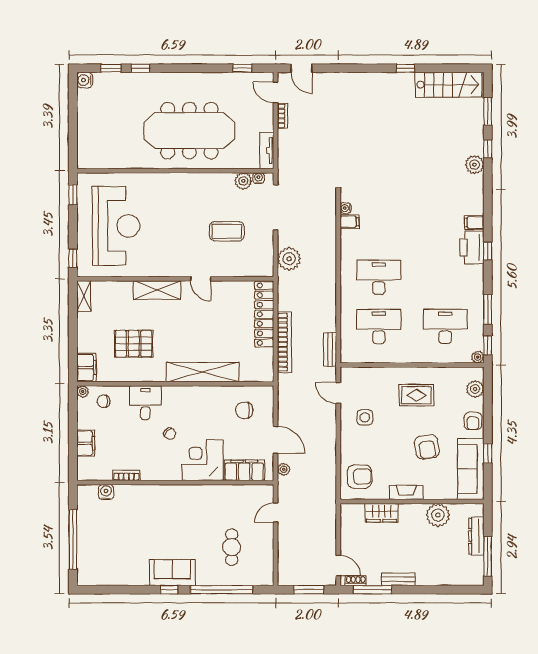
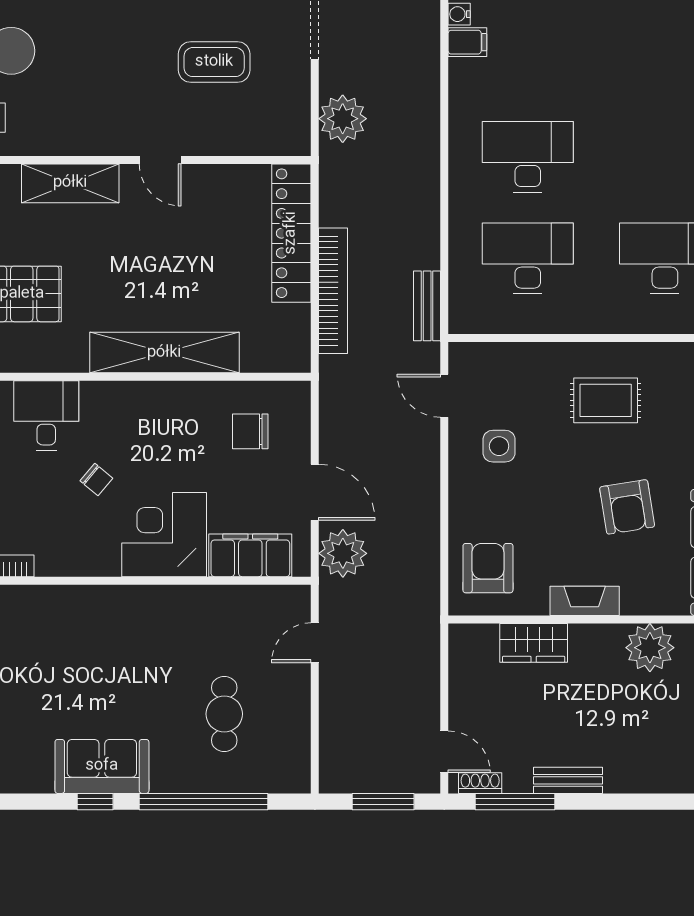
plant: (284, 469) -> (343, 553), width x1.87, depth x1.87
armchair: (359, 477) -> (488, 568), turned -90

